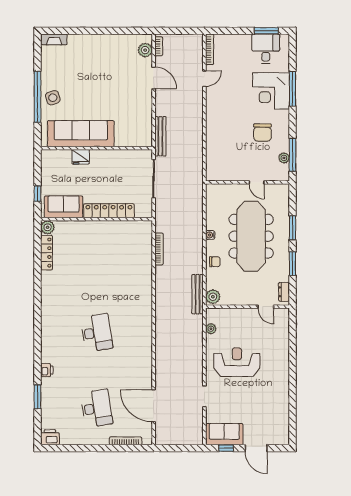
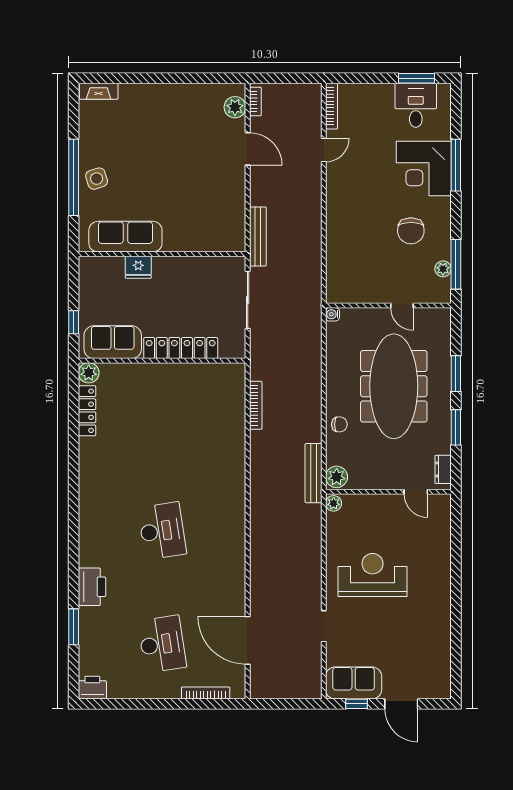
sofa: (81, 134) -> (125, 237), width x0.74, depth x0.79
water cooler: (210, 235) -> (332, 314), moved
plant: (211, 329) -> (334, 503), moved
printer: (47, 370) -> (92, 587), width x1.87, depth x1.48

